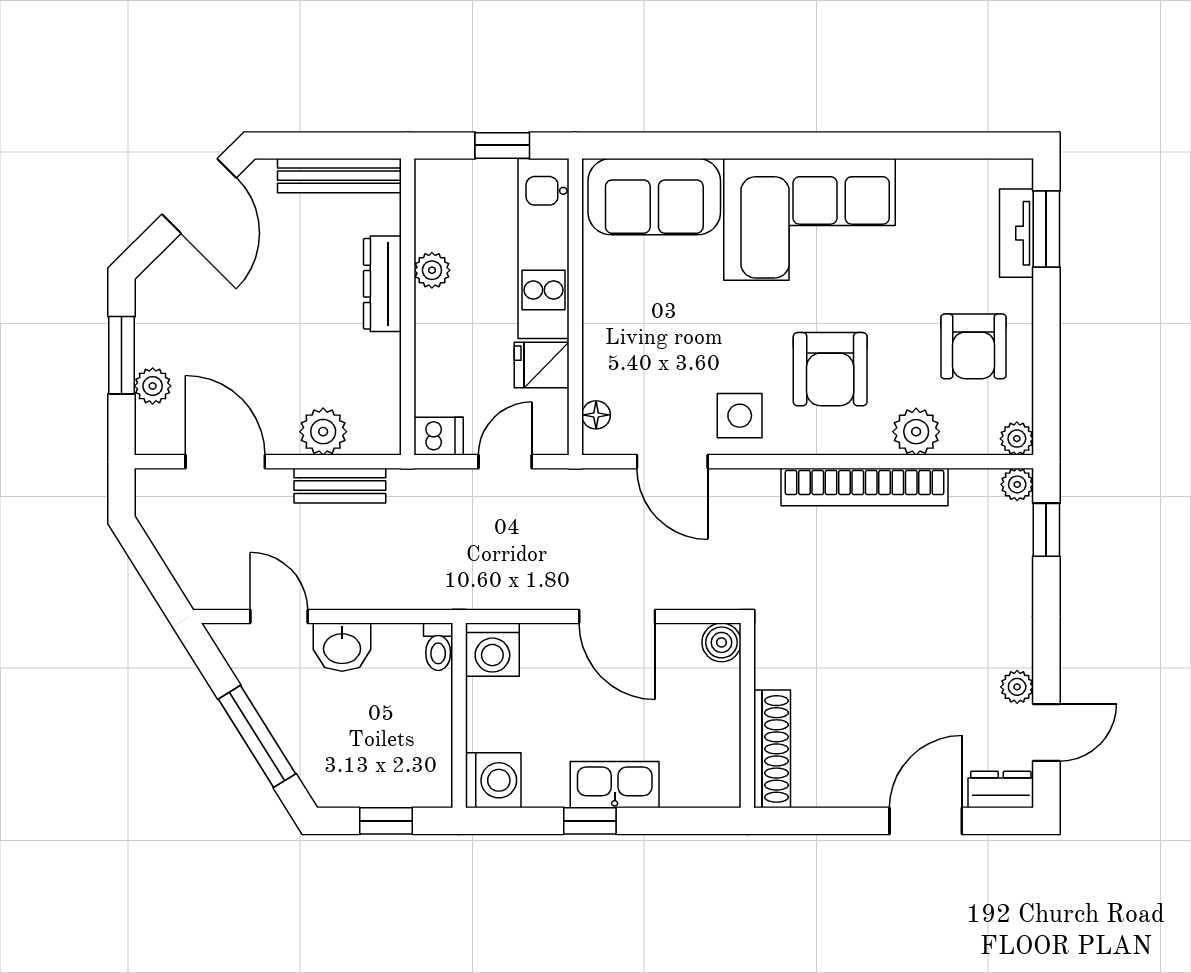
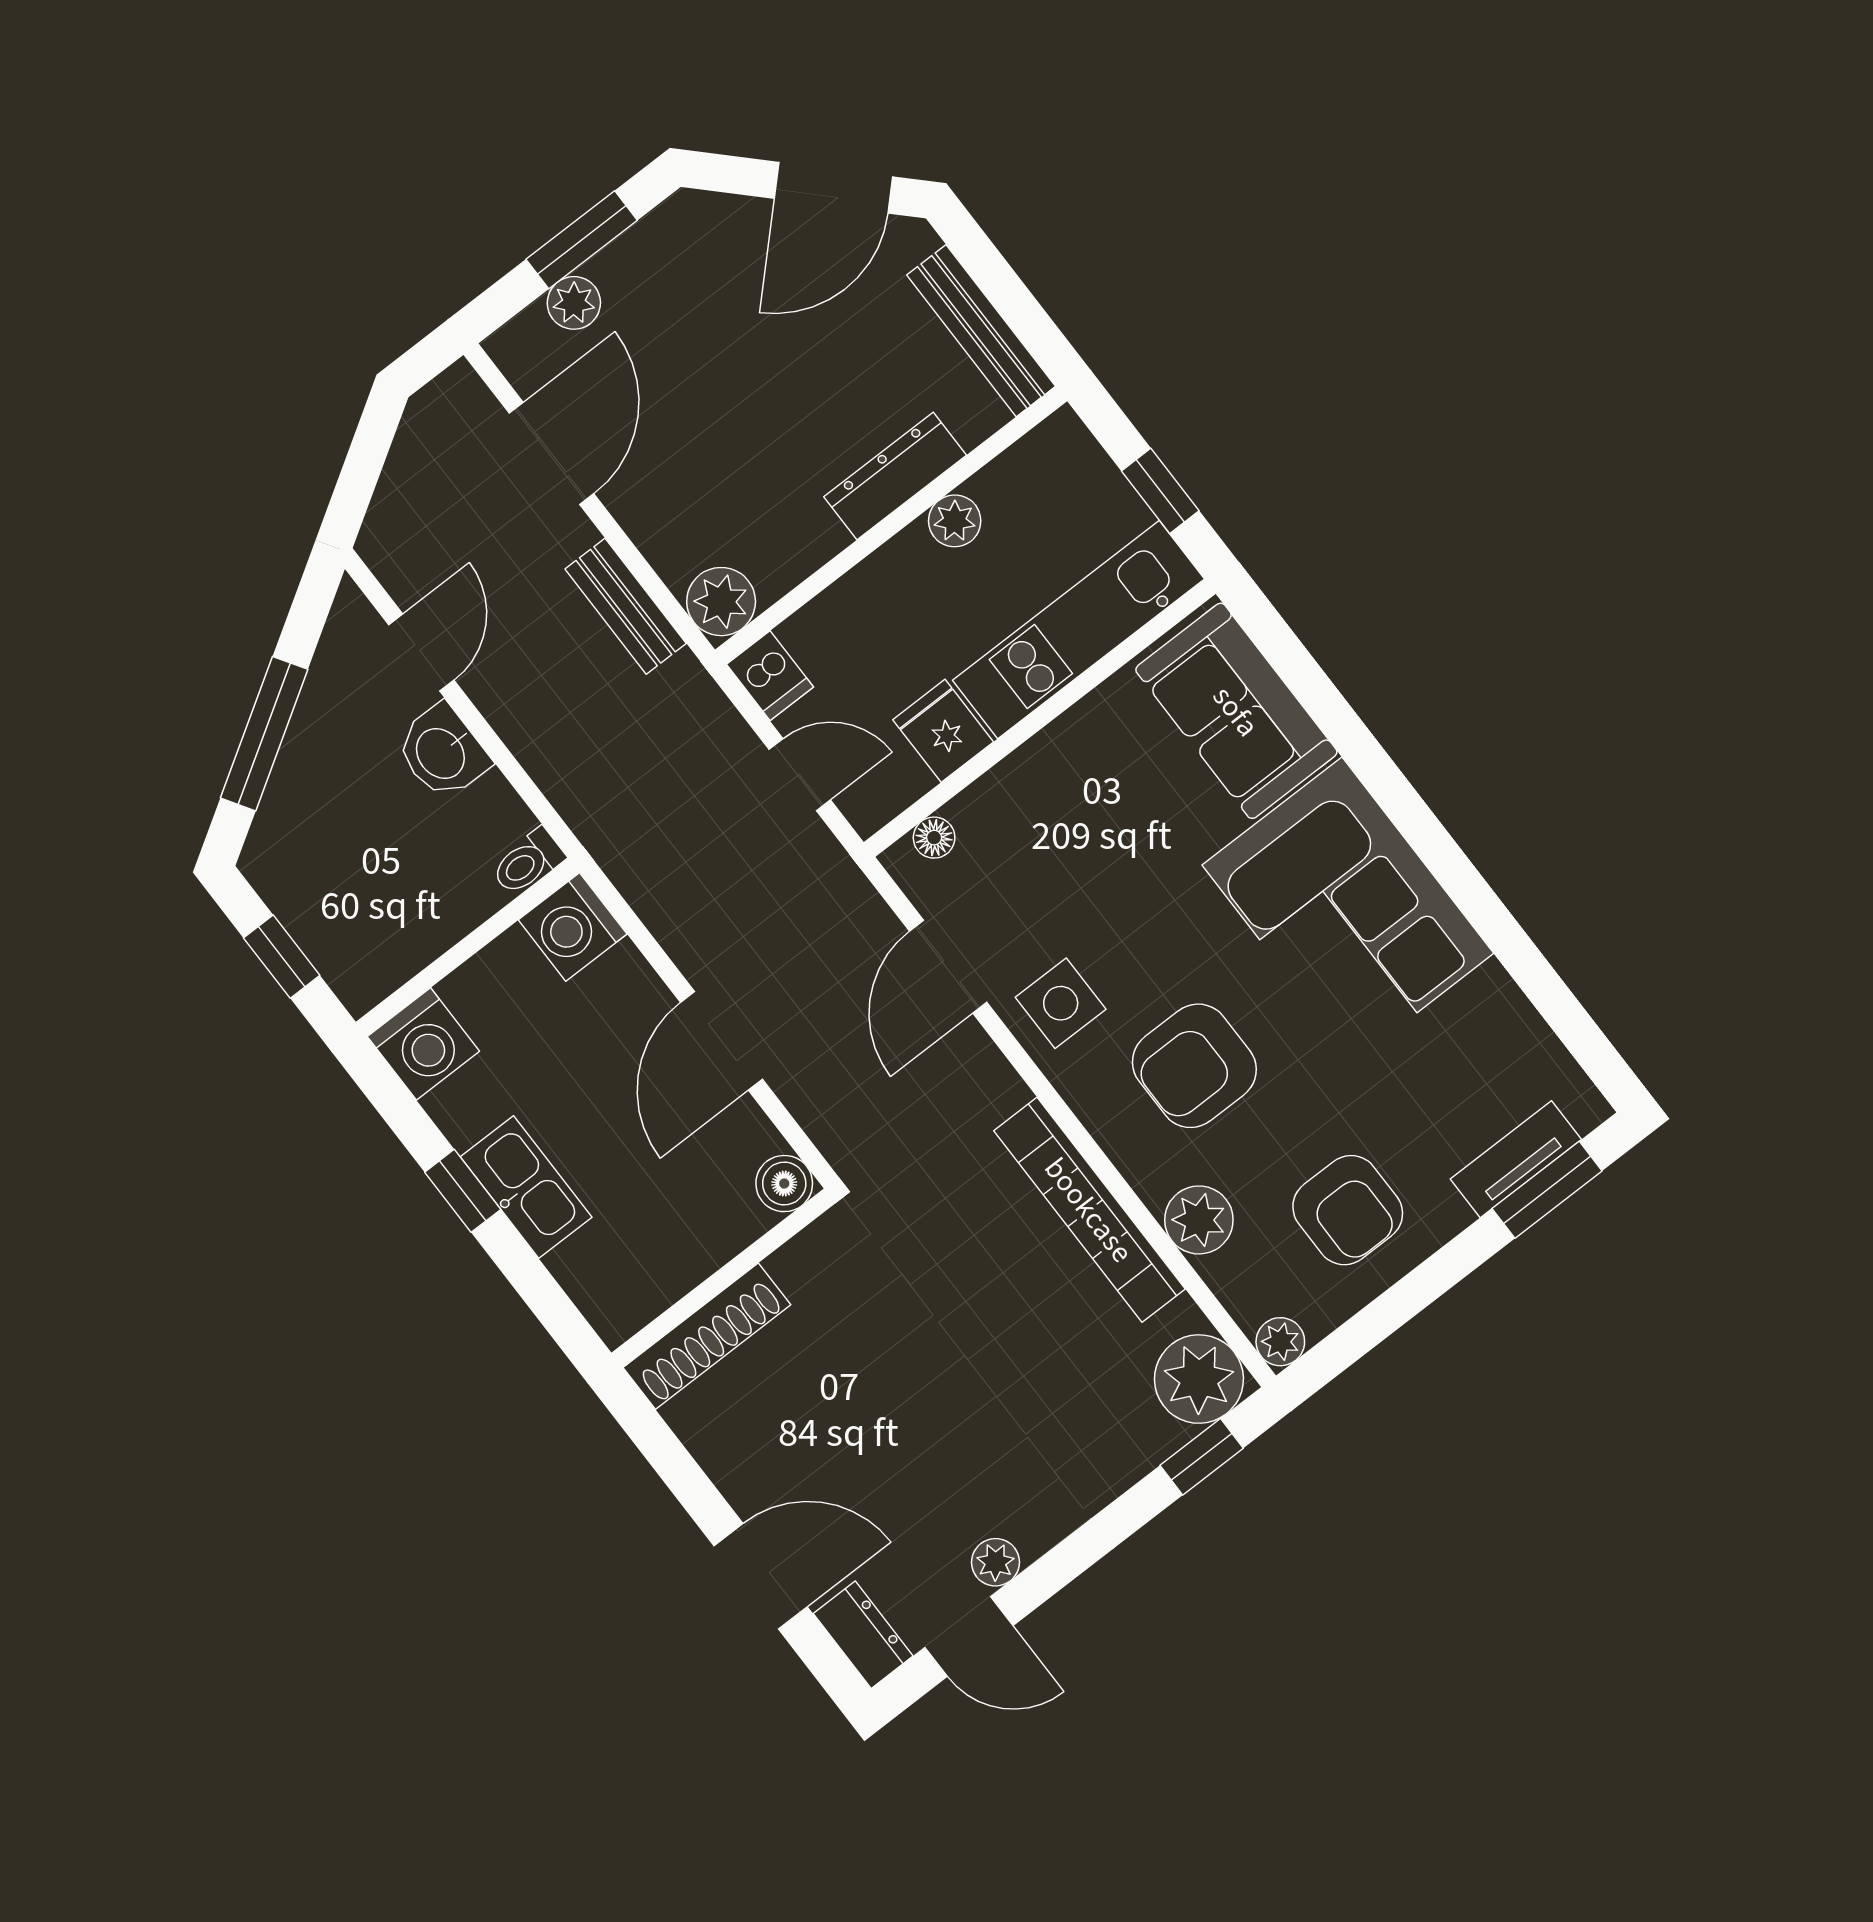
armchair: (974, 346) -> (1348, 1210), turned -90
plant: (323, 432) -> (721, 602), moved
plant: (1017, 484) -> (1199, 1379), width x1.88, depth x1.88

